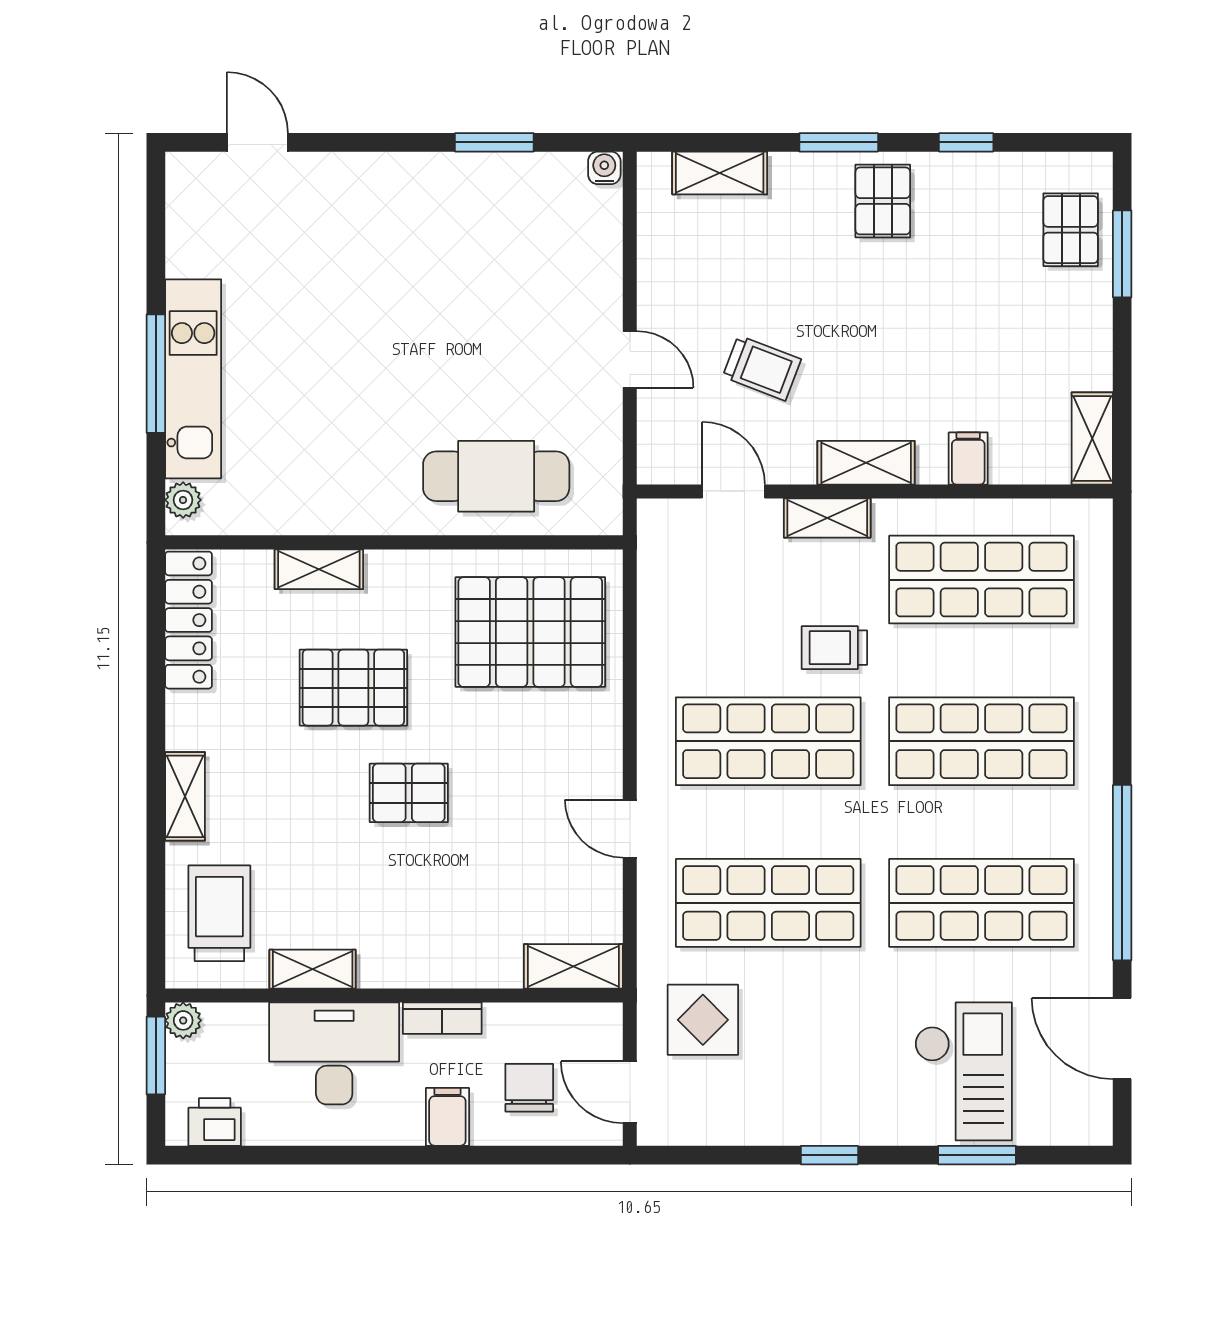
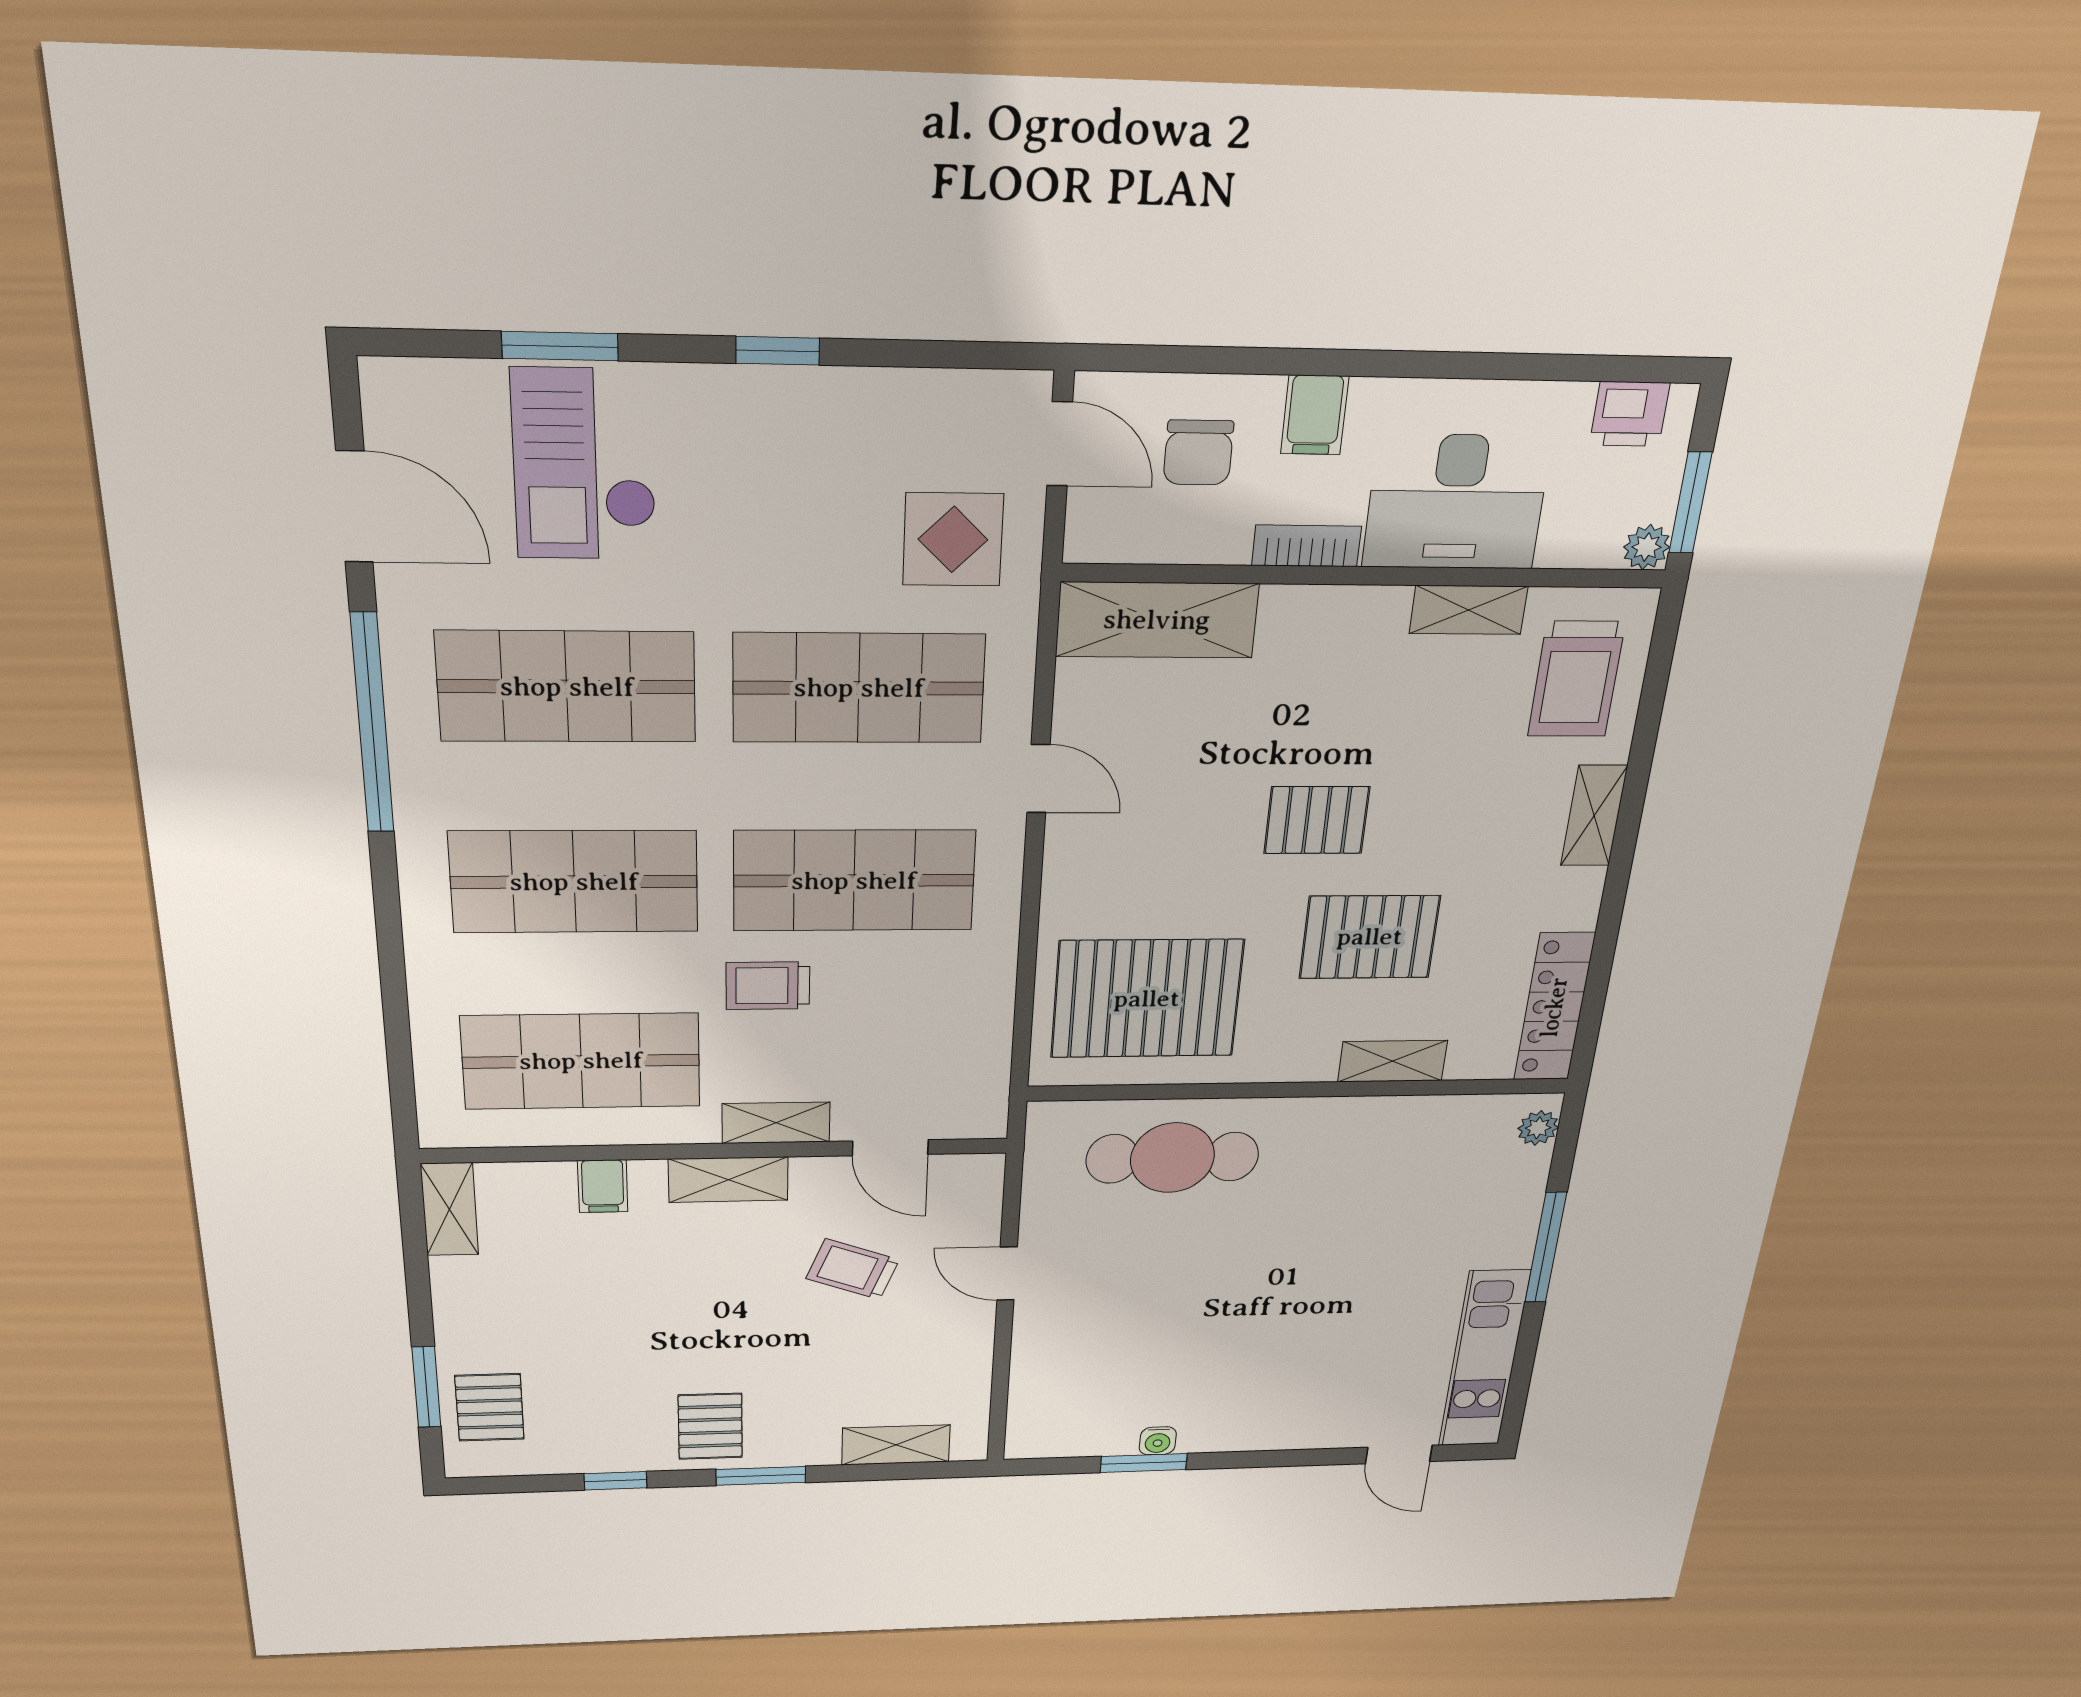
water cooler: (604, 168) -> (1158, 1441), moved
kitchen unit: (193, 379) -> (1484, 1359), moved
trolley: (834, 648) -> (768, 986), turned 180
shelving: (573, 966) -> (1157, 620), width x1.50, depth x1.33

